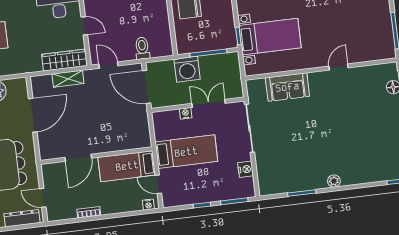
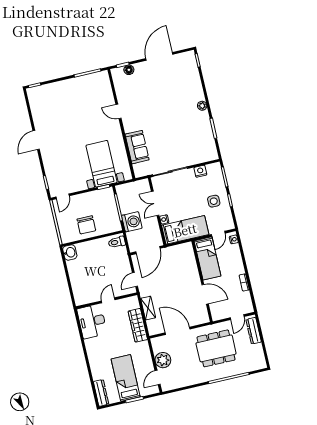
toilet: (142, 48) -> (117, 242), moved
wardrobe: (64, 60) -> (138, 325), moved
bed: (186, 152) -> (185, 230), moved, turned 90
side table: (203, 183) -> (214, 201), added

